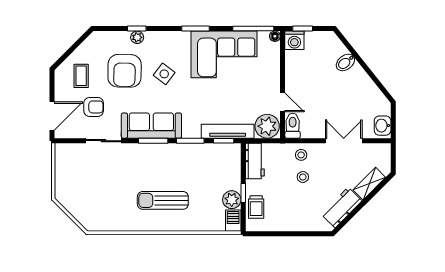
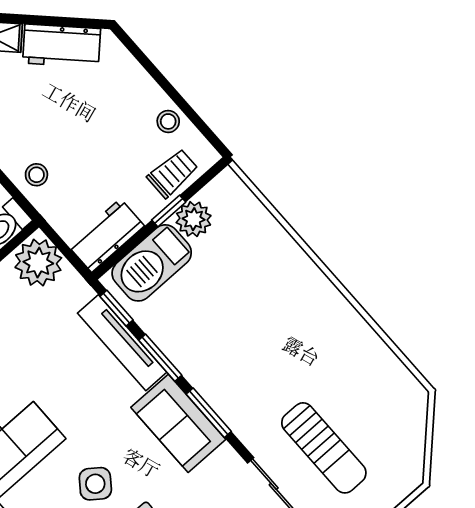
sofa: (151, 126) -> (178, 423), width x0.73
tv unit: (228, 131) -> (122, 343), moved
stool: (303, 177) -> (168, 121), moved
sun lounger: (163, 200) -> (324, 448), moved
barbecue: (233, 221) -> (152, 263), moved, width x1.88, depth x1.53

